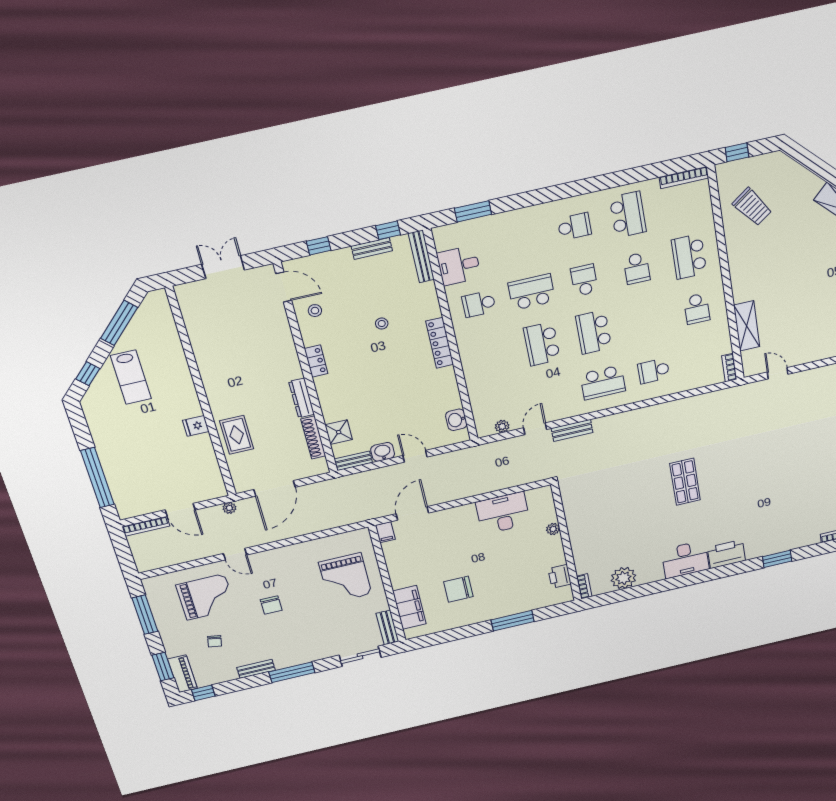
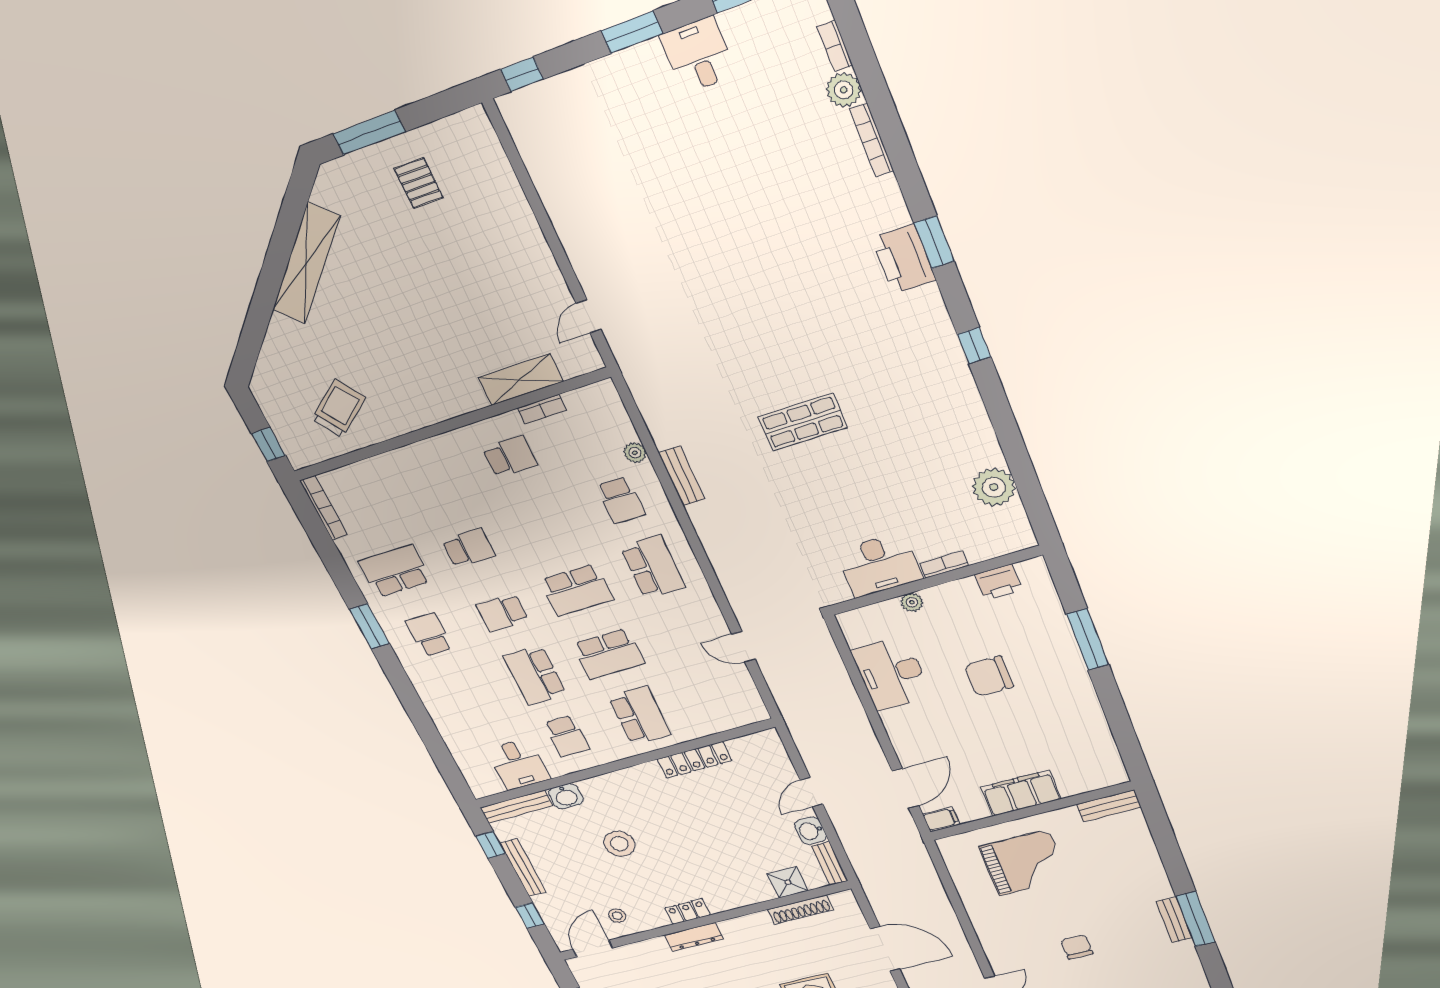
window: (473, 211) -> (369, 626), moved
bench: (372, 248) -> (523, 868), width x1.36
school desk: (689, 257) -> (640, 716), moved, turned -90
stool: (382, 324) -> (619, 844), width x1.89, depth x1.89
locker: (440, 343) -> (694, 760), moved
bookcase: (729, 368) -> (542, 409), moved
dresser: (302, 398) -> (694, 937), moved
washbasin: (456, 420) -> (566, 796), moved
plant: (502, 426) -> (635, 453), moved
bench: (572, 430) -> (682, 476), moved
door: (412, 513) -> (906, 788), swing flipped
printer: (726, 554) -> (904, 259), moved
desk: (685, 559) -> (879, 565), moved, turned 90
window: (713, 574) -> (974, 346), added
bookcase: (584, 586) -> (944, 564), moved
chair: (458, 589) -> (989, 676), moved, turned 90
chair: (271, 605) -> (1077, 947), turned -90
filing cabinet: (409, 607) -> (1021, 793), moved
sliding door: (360, 656) -> (1164, 837), removed
bench: (256, 669) -> (1174, 920), moved

